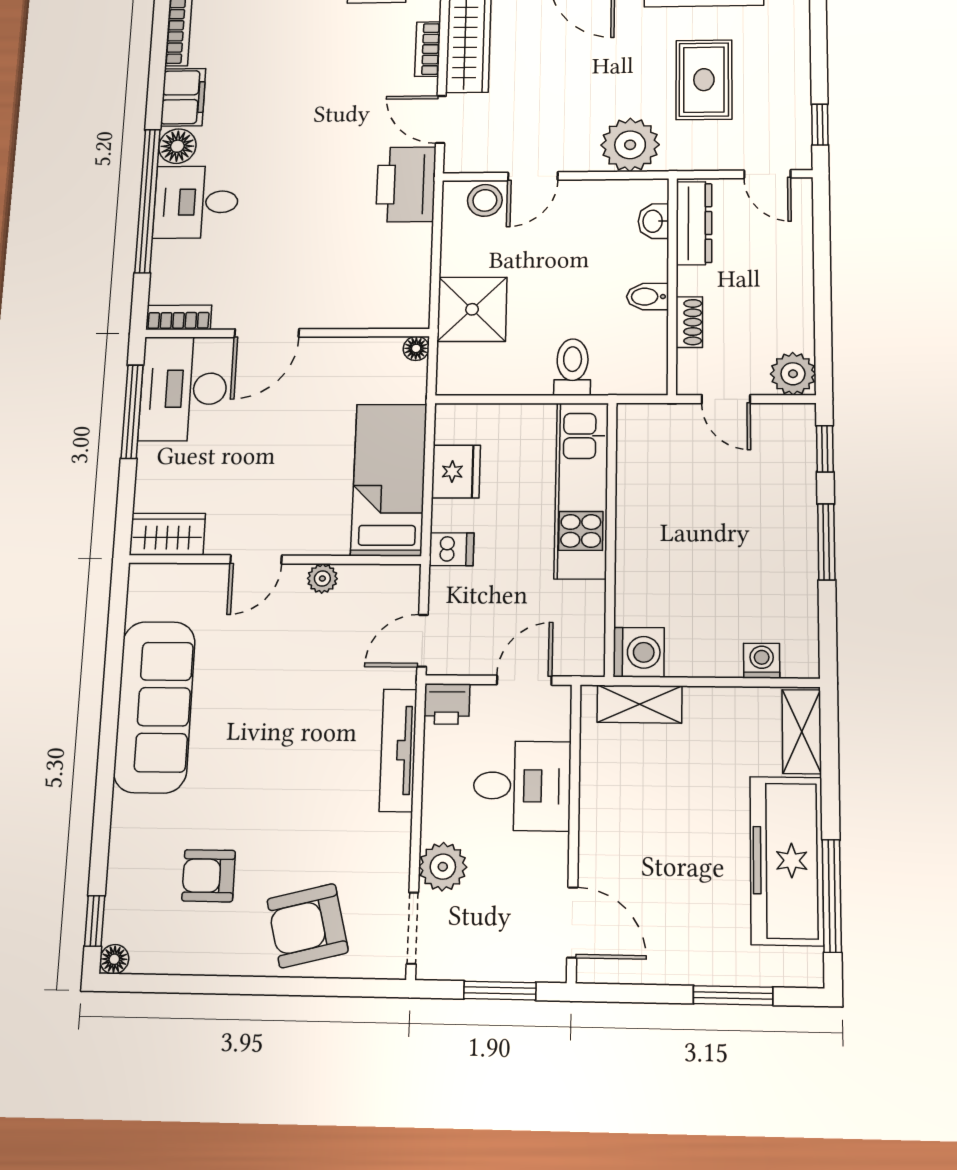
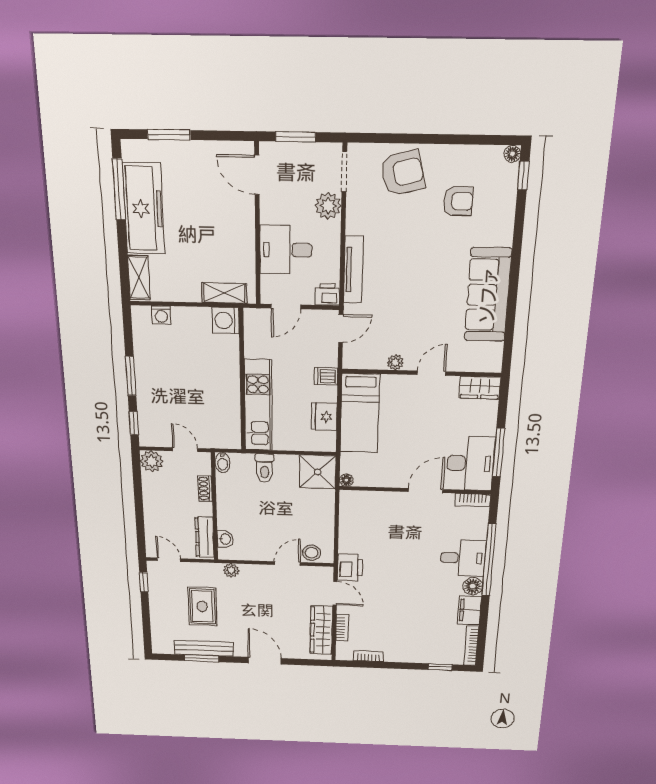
plant: (630, 145) -> (231, 570), width x0.53, depth x0.53
printer: (406, 184) -> (350, 567), width x0.73, depth x0.84
bidet: (648, 297) -> (223, 463), moved, turned 90
shower: (472, 309) -> (318, 472), moved

